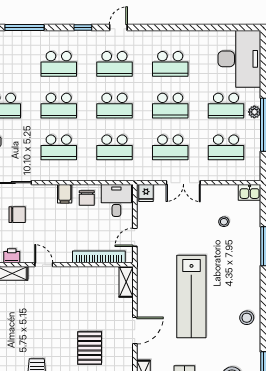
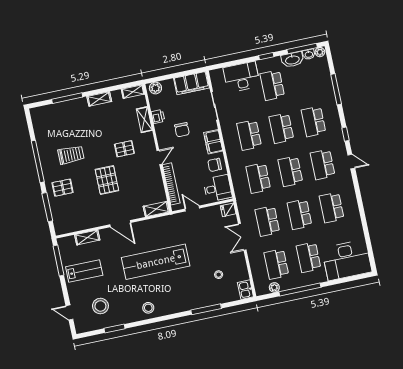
plant: (254, 112) -> (274, 287), moved
filing cabinet: (65, 194) -> (213, 142), width x2.00
chair: (17, 215) -> (182, 130), moved
door: (44, 265) -> (159, 157), moved
pallet: (43, 306) -> (124, 149), added
pallet: (90, 348) -> (107, 180), moved, turned 90

